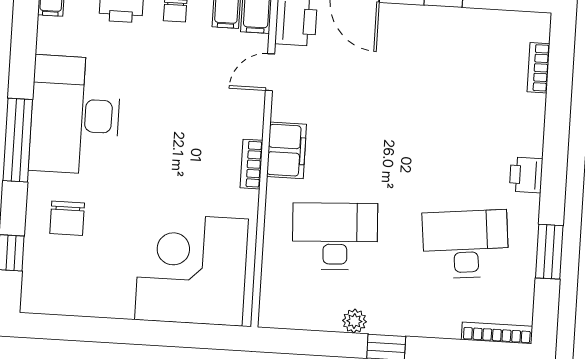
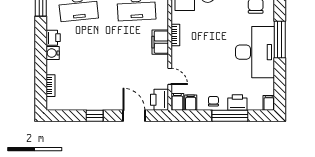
door: (270, 72) -> (170, 76), hinge flipped
water cooler: (529, 141) -> (53, 53), added

